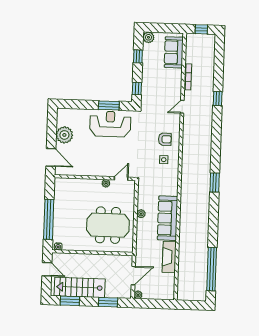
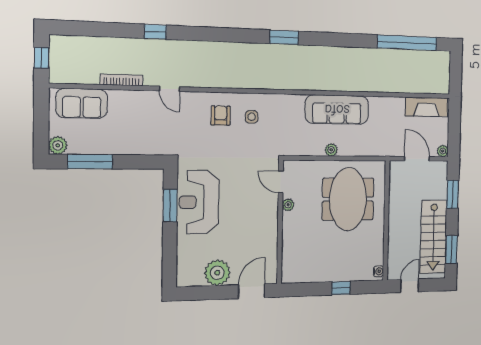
window: (138, 56) -> (90, 162), width x2.17
window: (137, 89) -> (142, 162), removed
window: (49, 219) -> (341, 288), width x0.32
fireplace: (169, 257) -> (427, 107), moved

